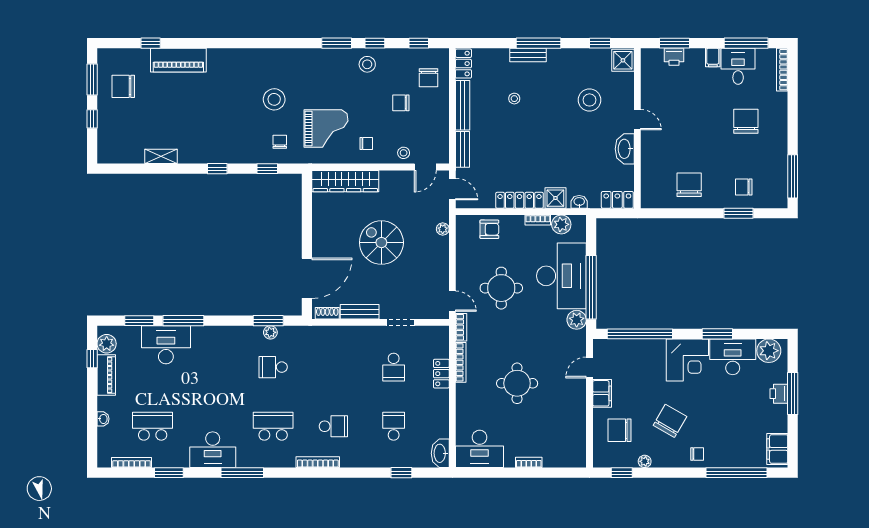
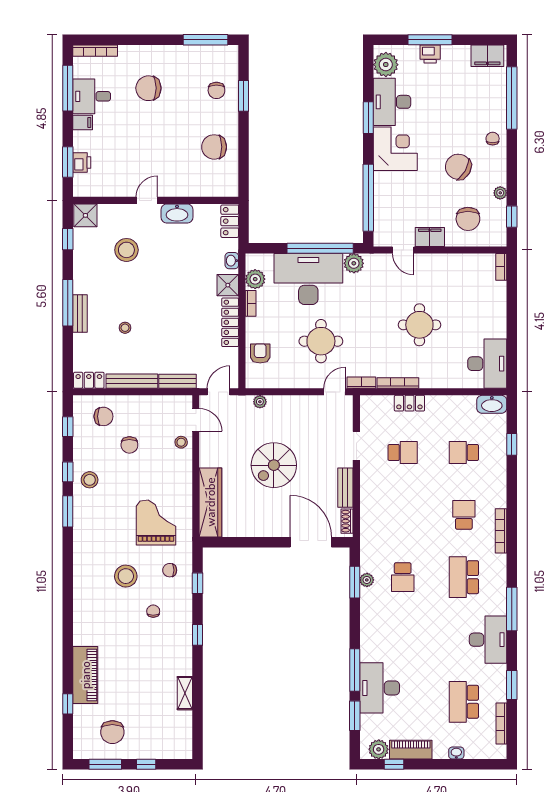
chair: (366, 143) -> (153, 611), moved
bookcase: (529, 462) -> (501, 267), moved

